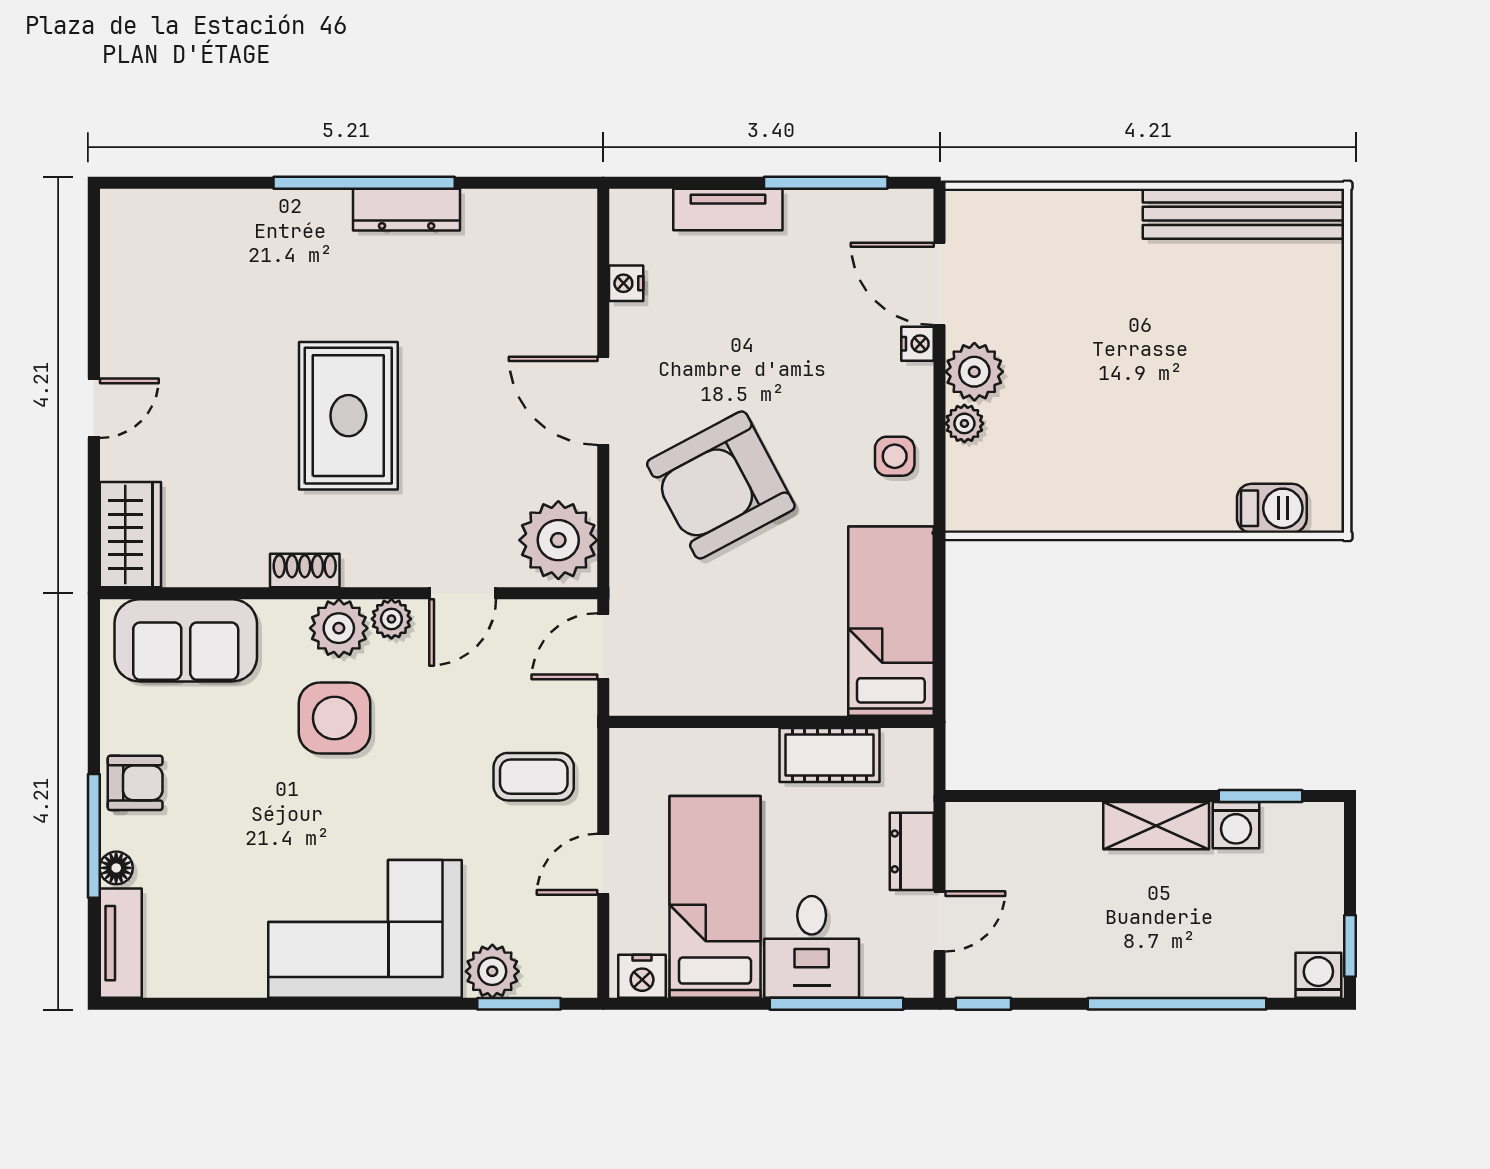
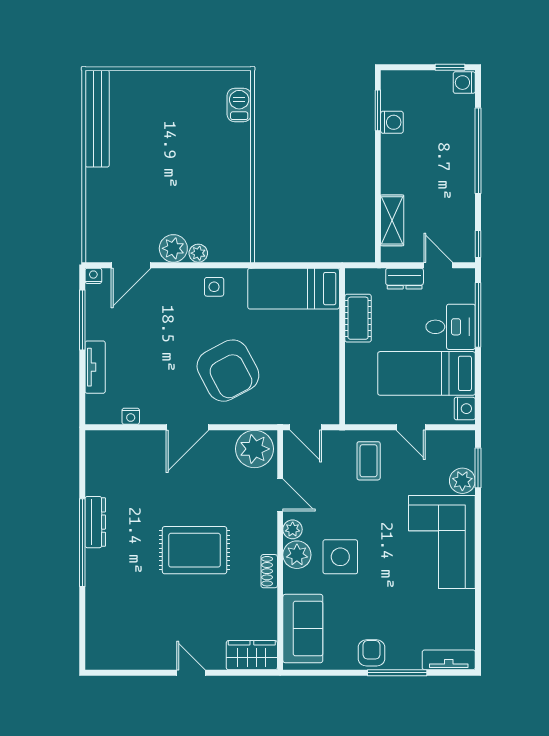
nightstand: (917, 344) -> (93, 276), moved
shelving: (1156, 826) -> (392, 220), moved
floor lamp: (116, 868) -> (413, 662), removed

